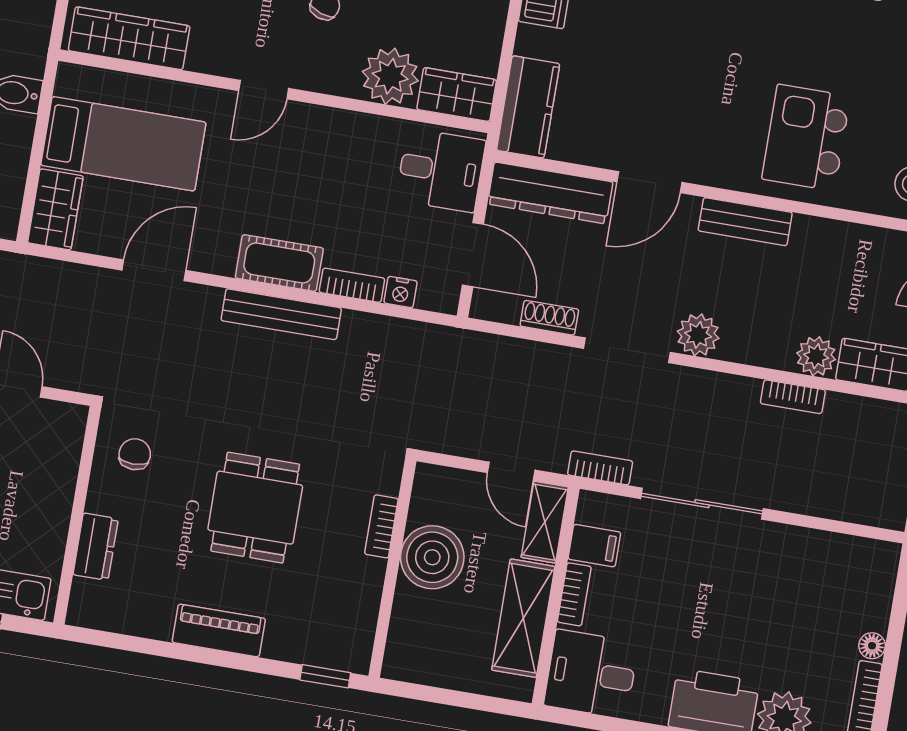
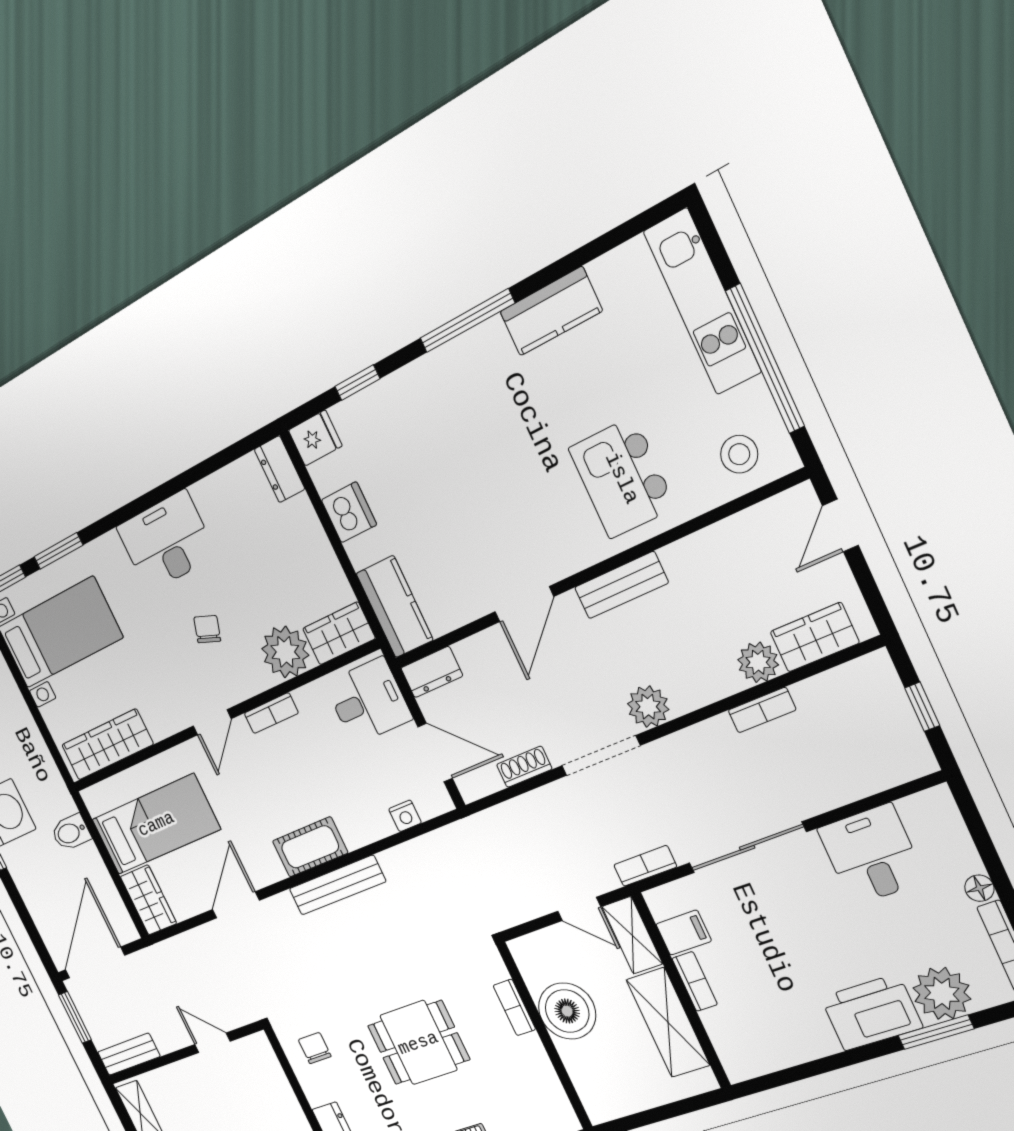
dresser: (550, 193) -> (432, 672), width x0.51, depth x0.80
bookcase: (352, 285) -> (271, 713), moved, turned 180
dining table: (255, 508) -> (418, 1043), turned 90
desk: (591, 674) -> (872, 855), moved, turned 90

